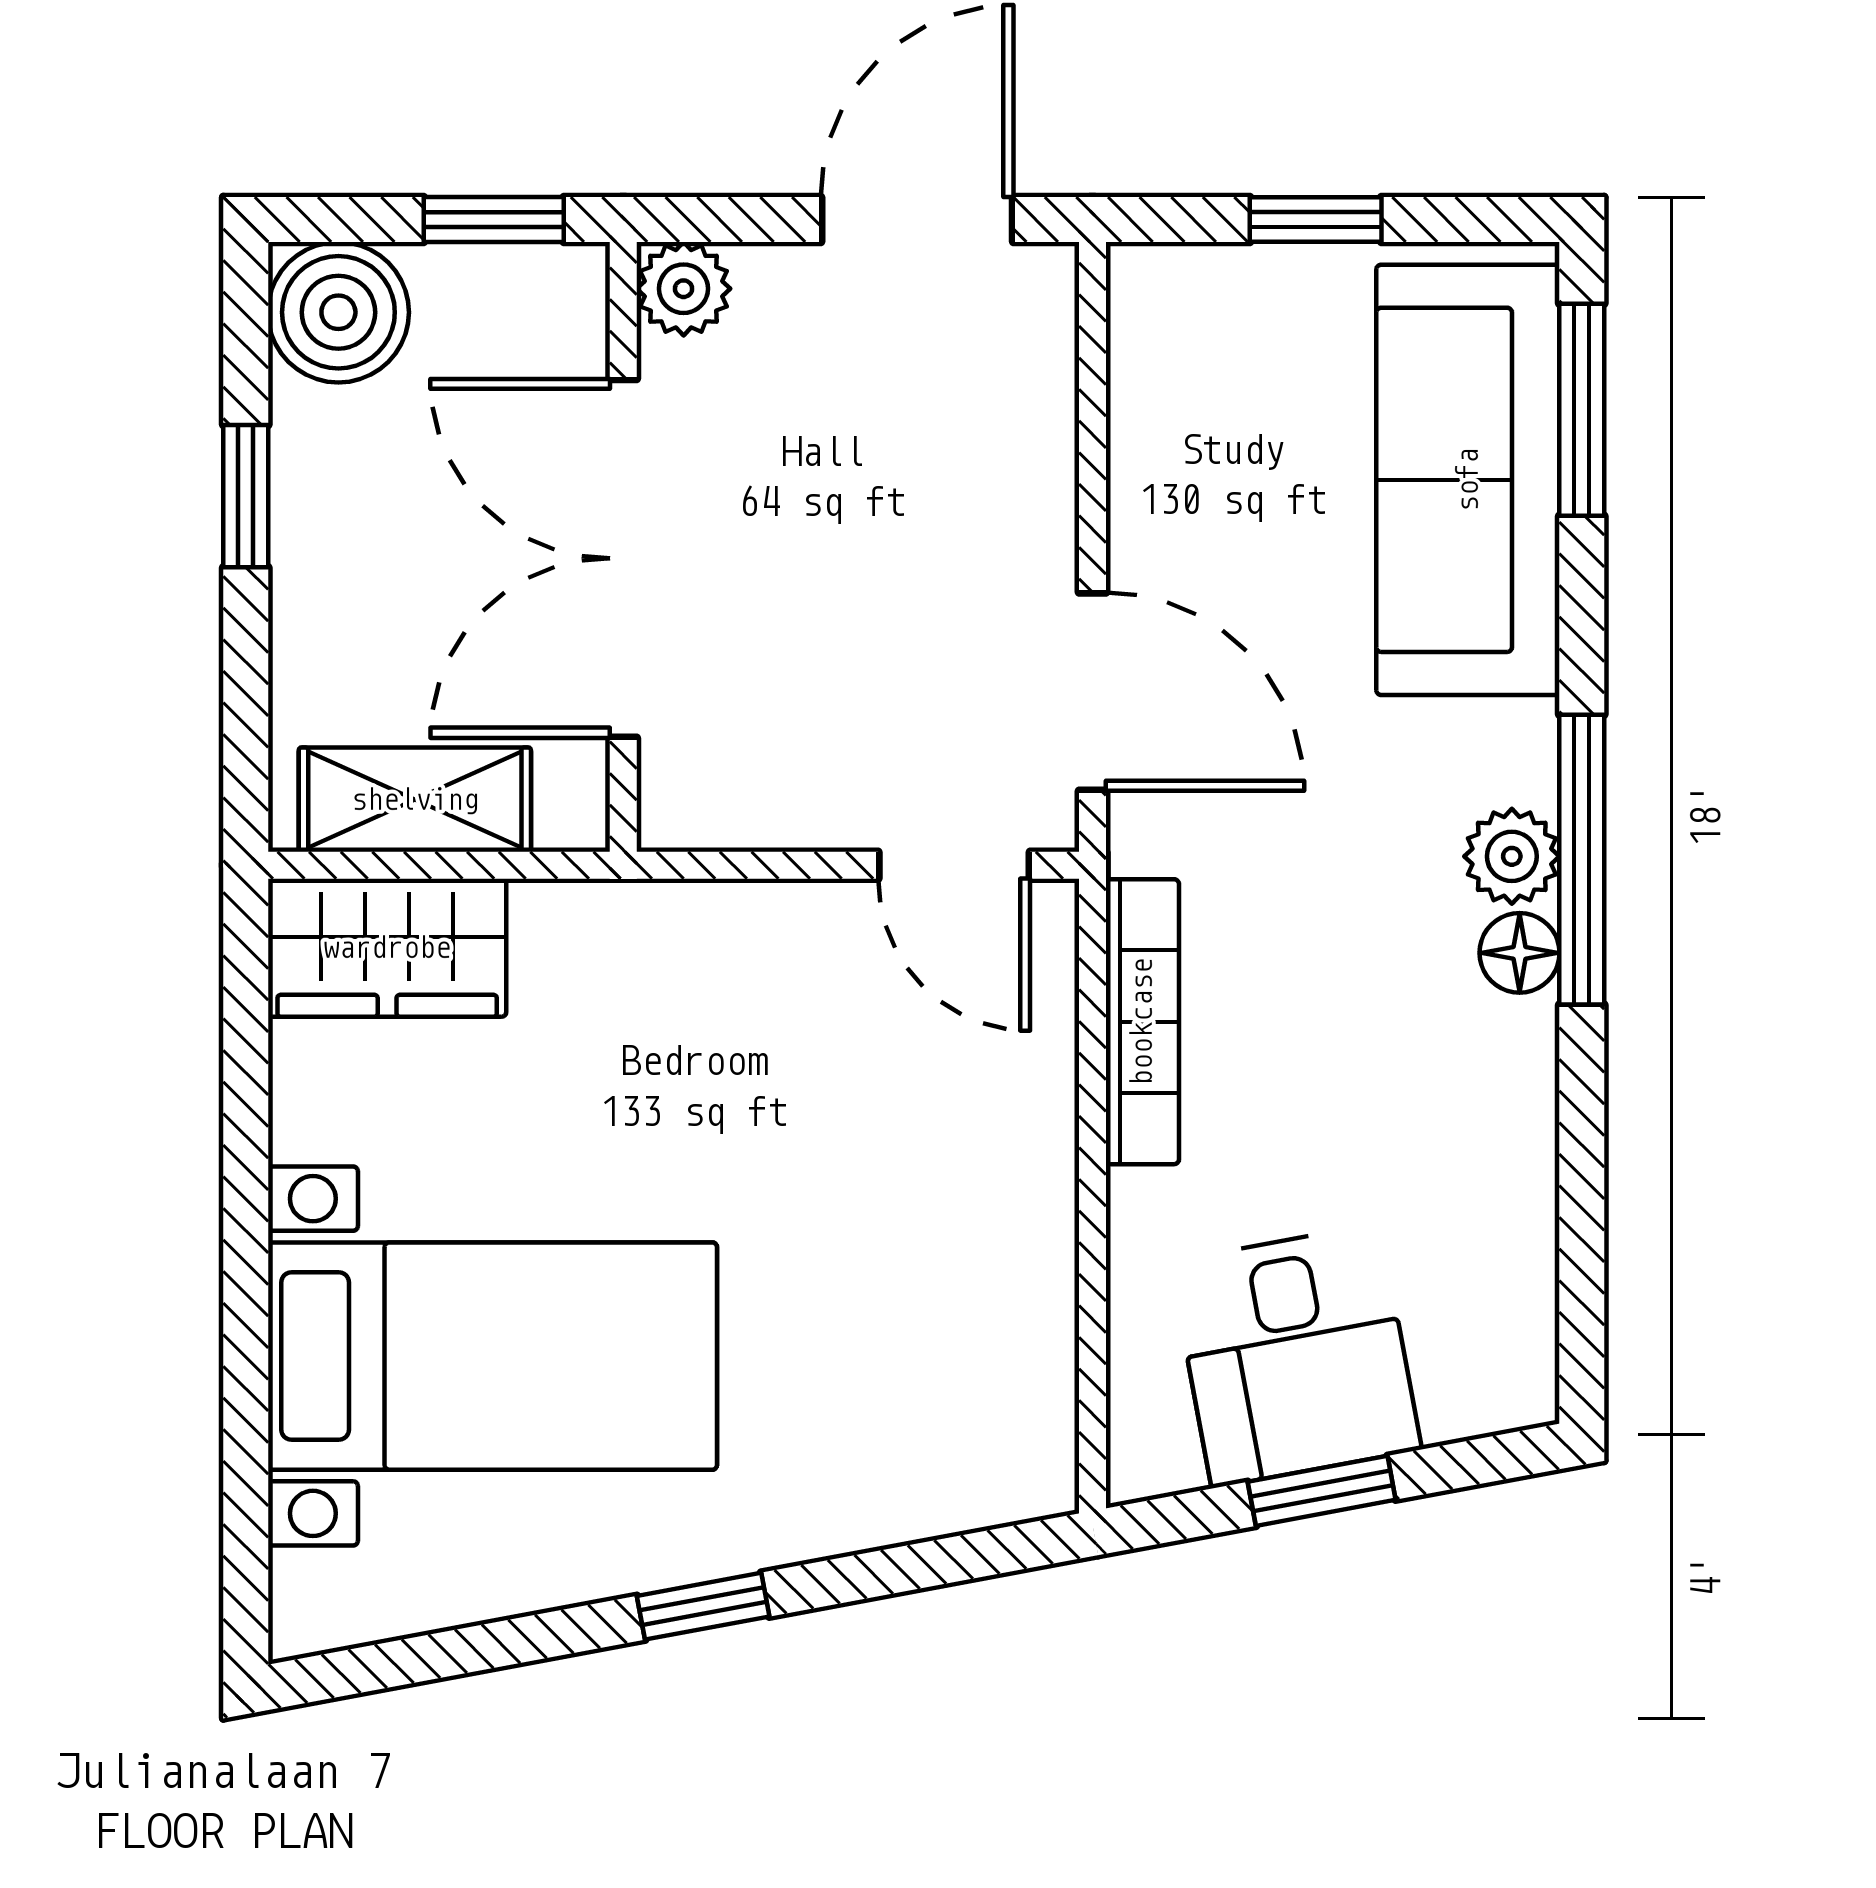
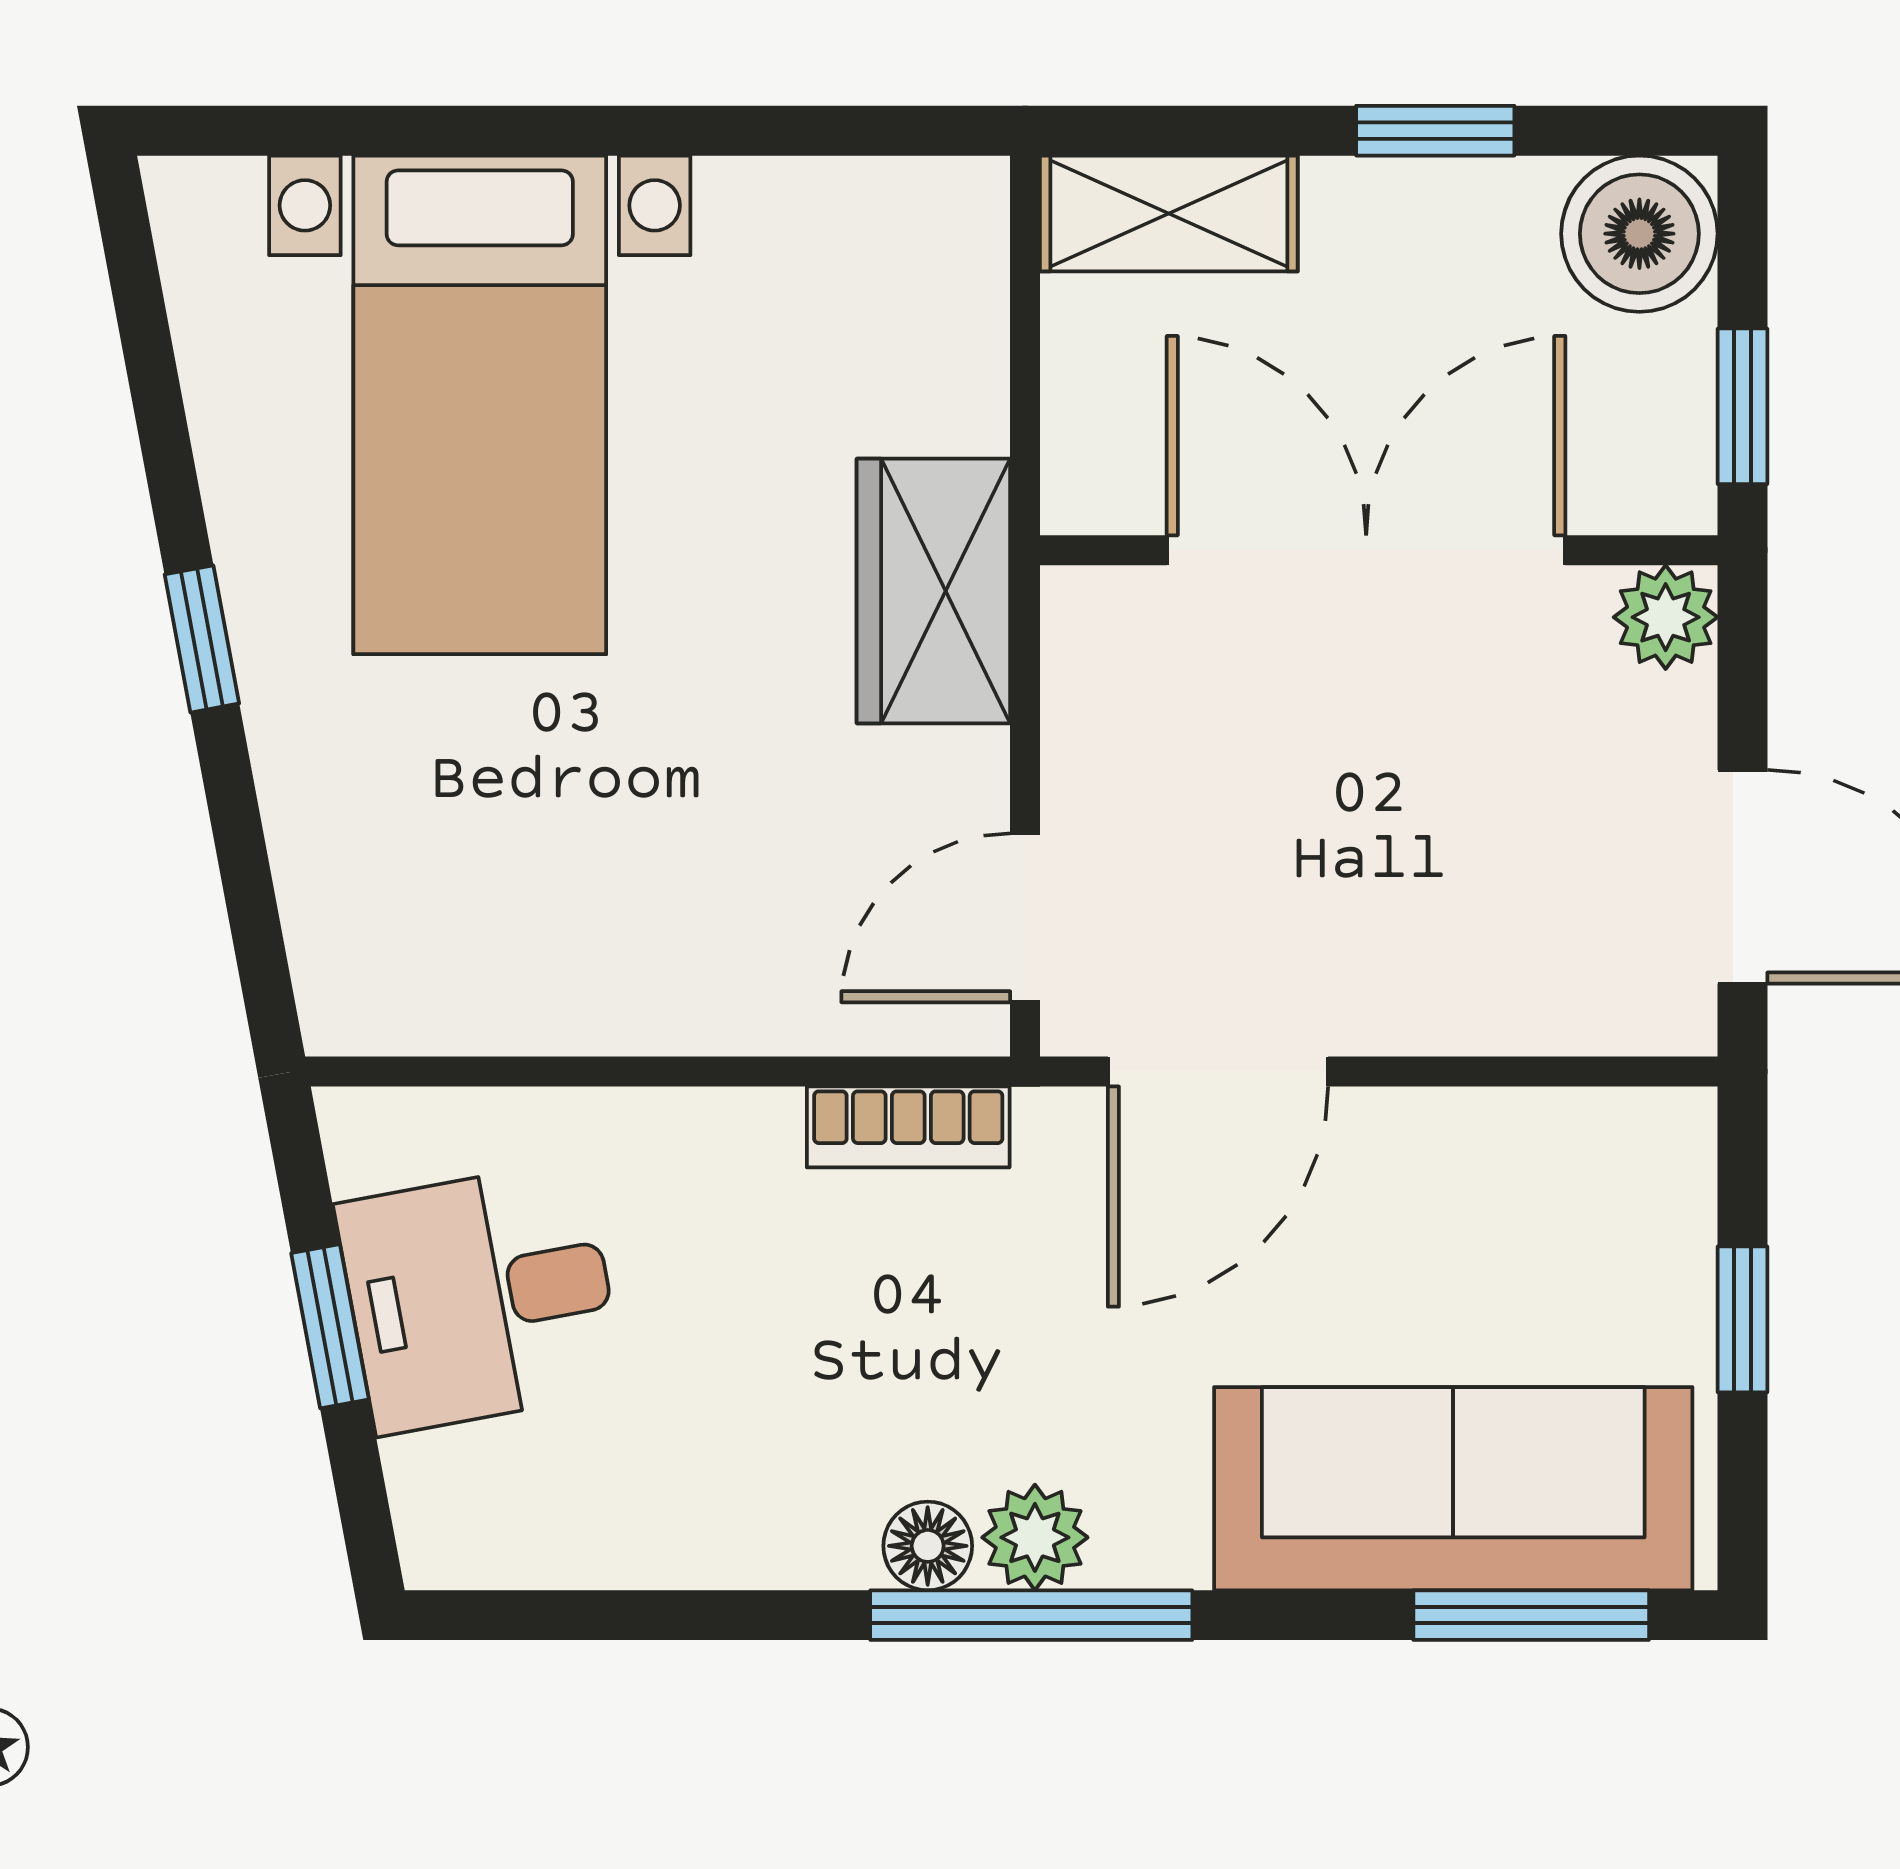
shelving: (415, 800) -> (1169, 213), moved, turned 90
wardrobe: (387, 948) -> (933, 591), moved
bookcase: (1142, 1022) -> (908, 1127), width x0.64

